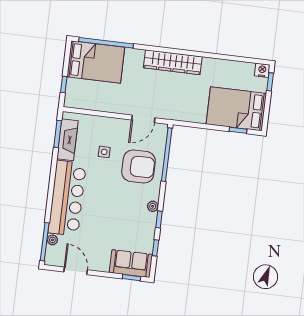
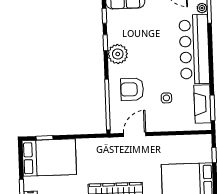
armchair: (139, 166) -> (132, 89), width x0.73, depth x0.73
plant: (153, 206) -> (118, 54), width x1.88, depth x1.88

